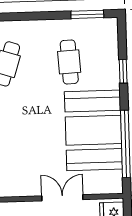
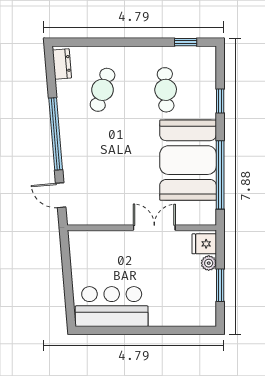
window: (87, 14) -> (186, 42), width x0.67

